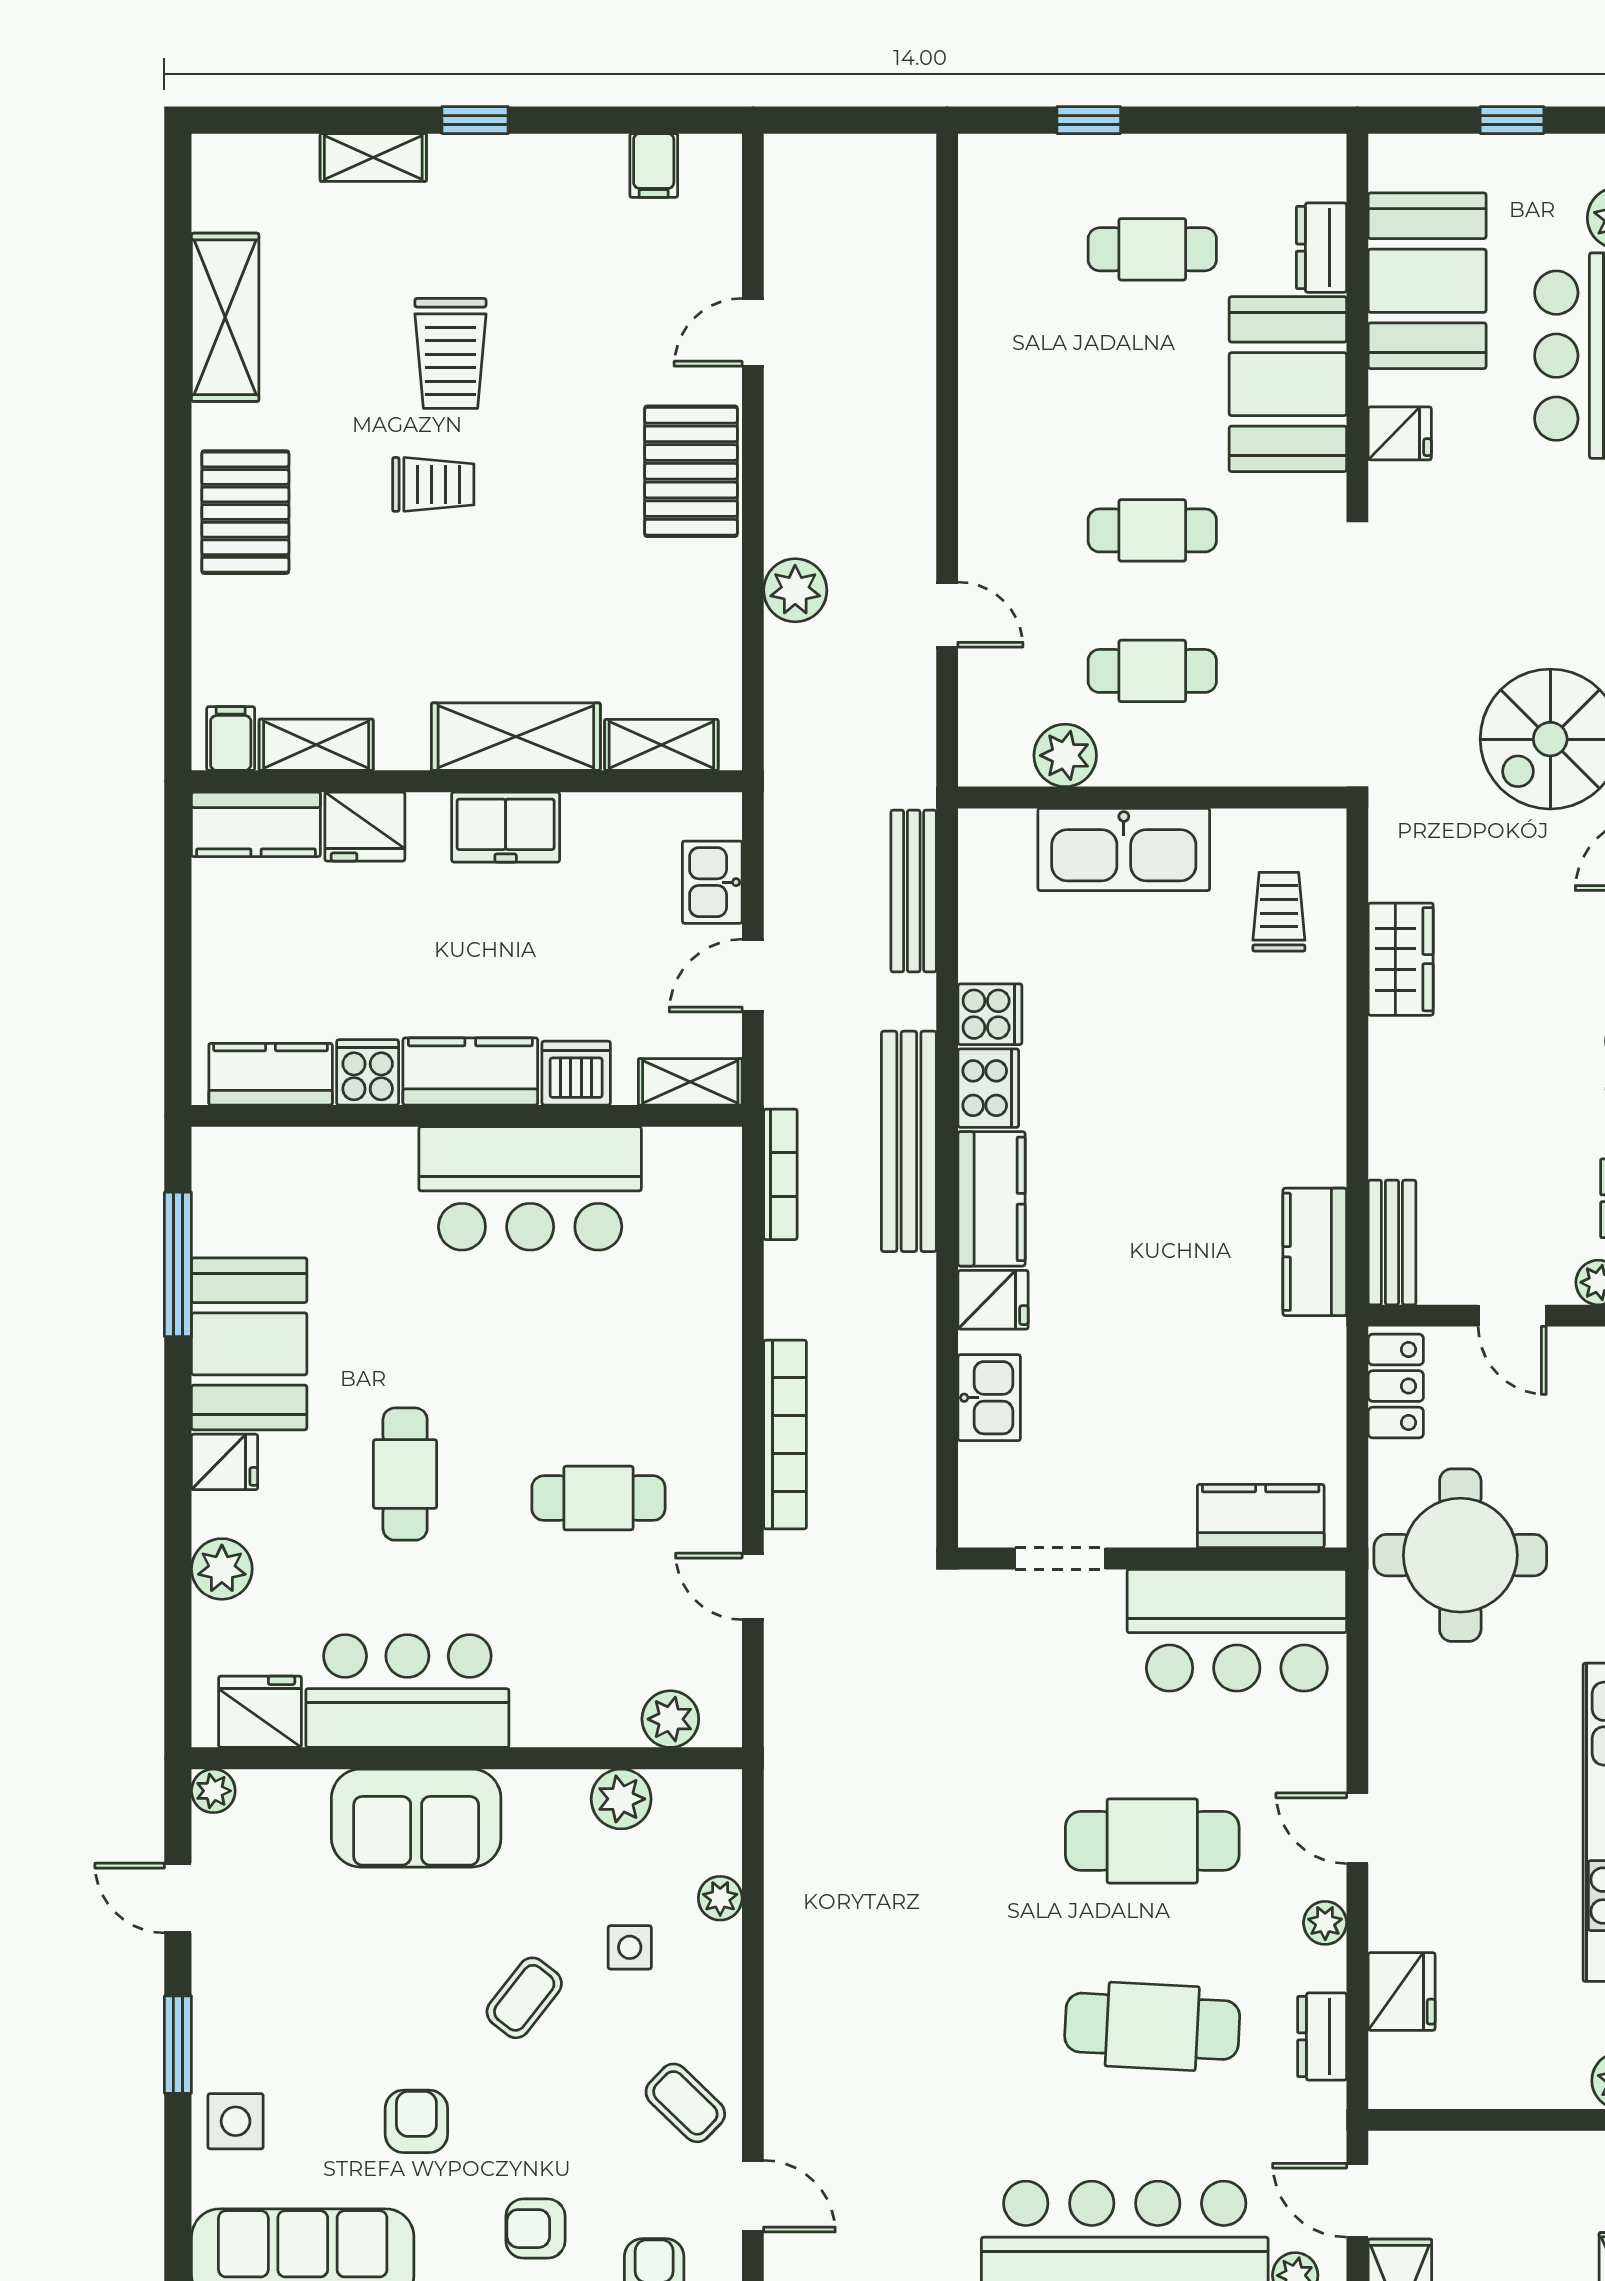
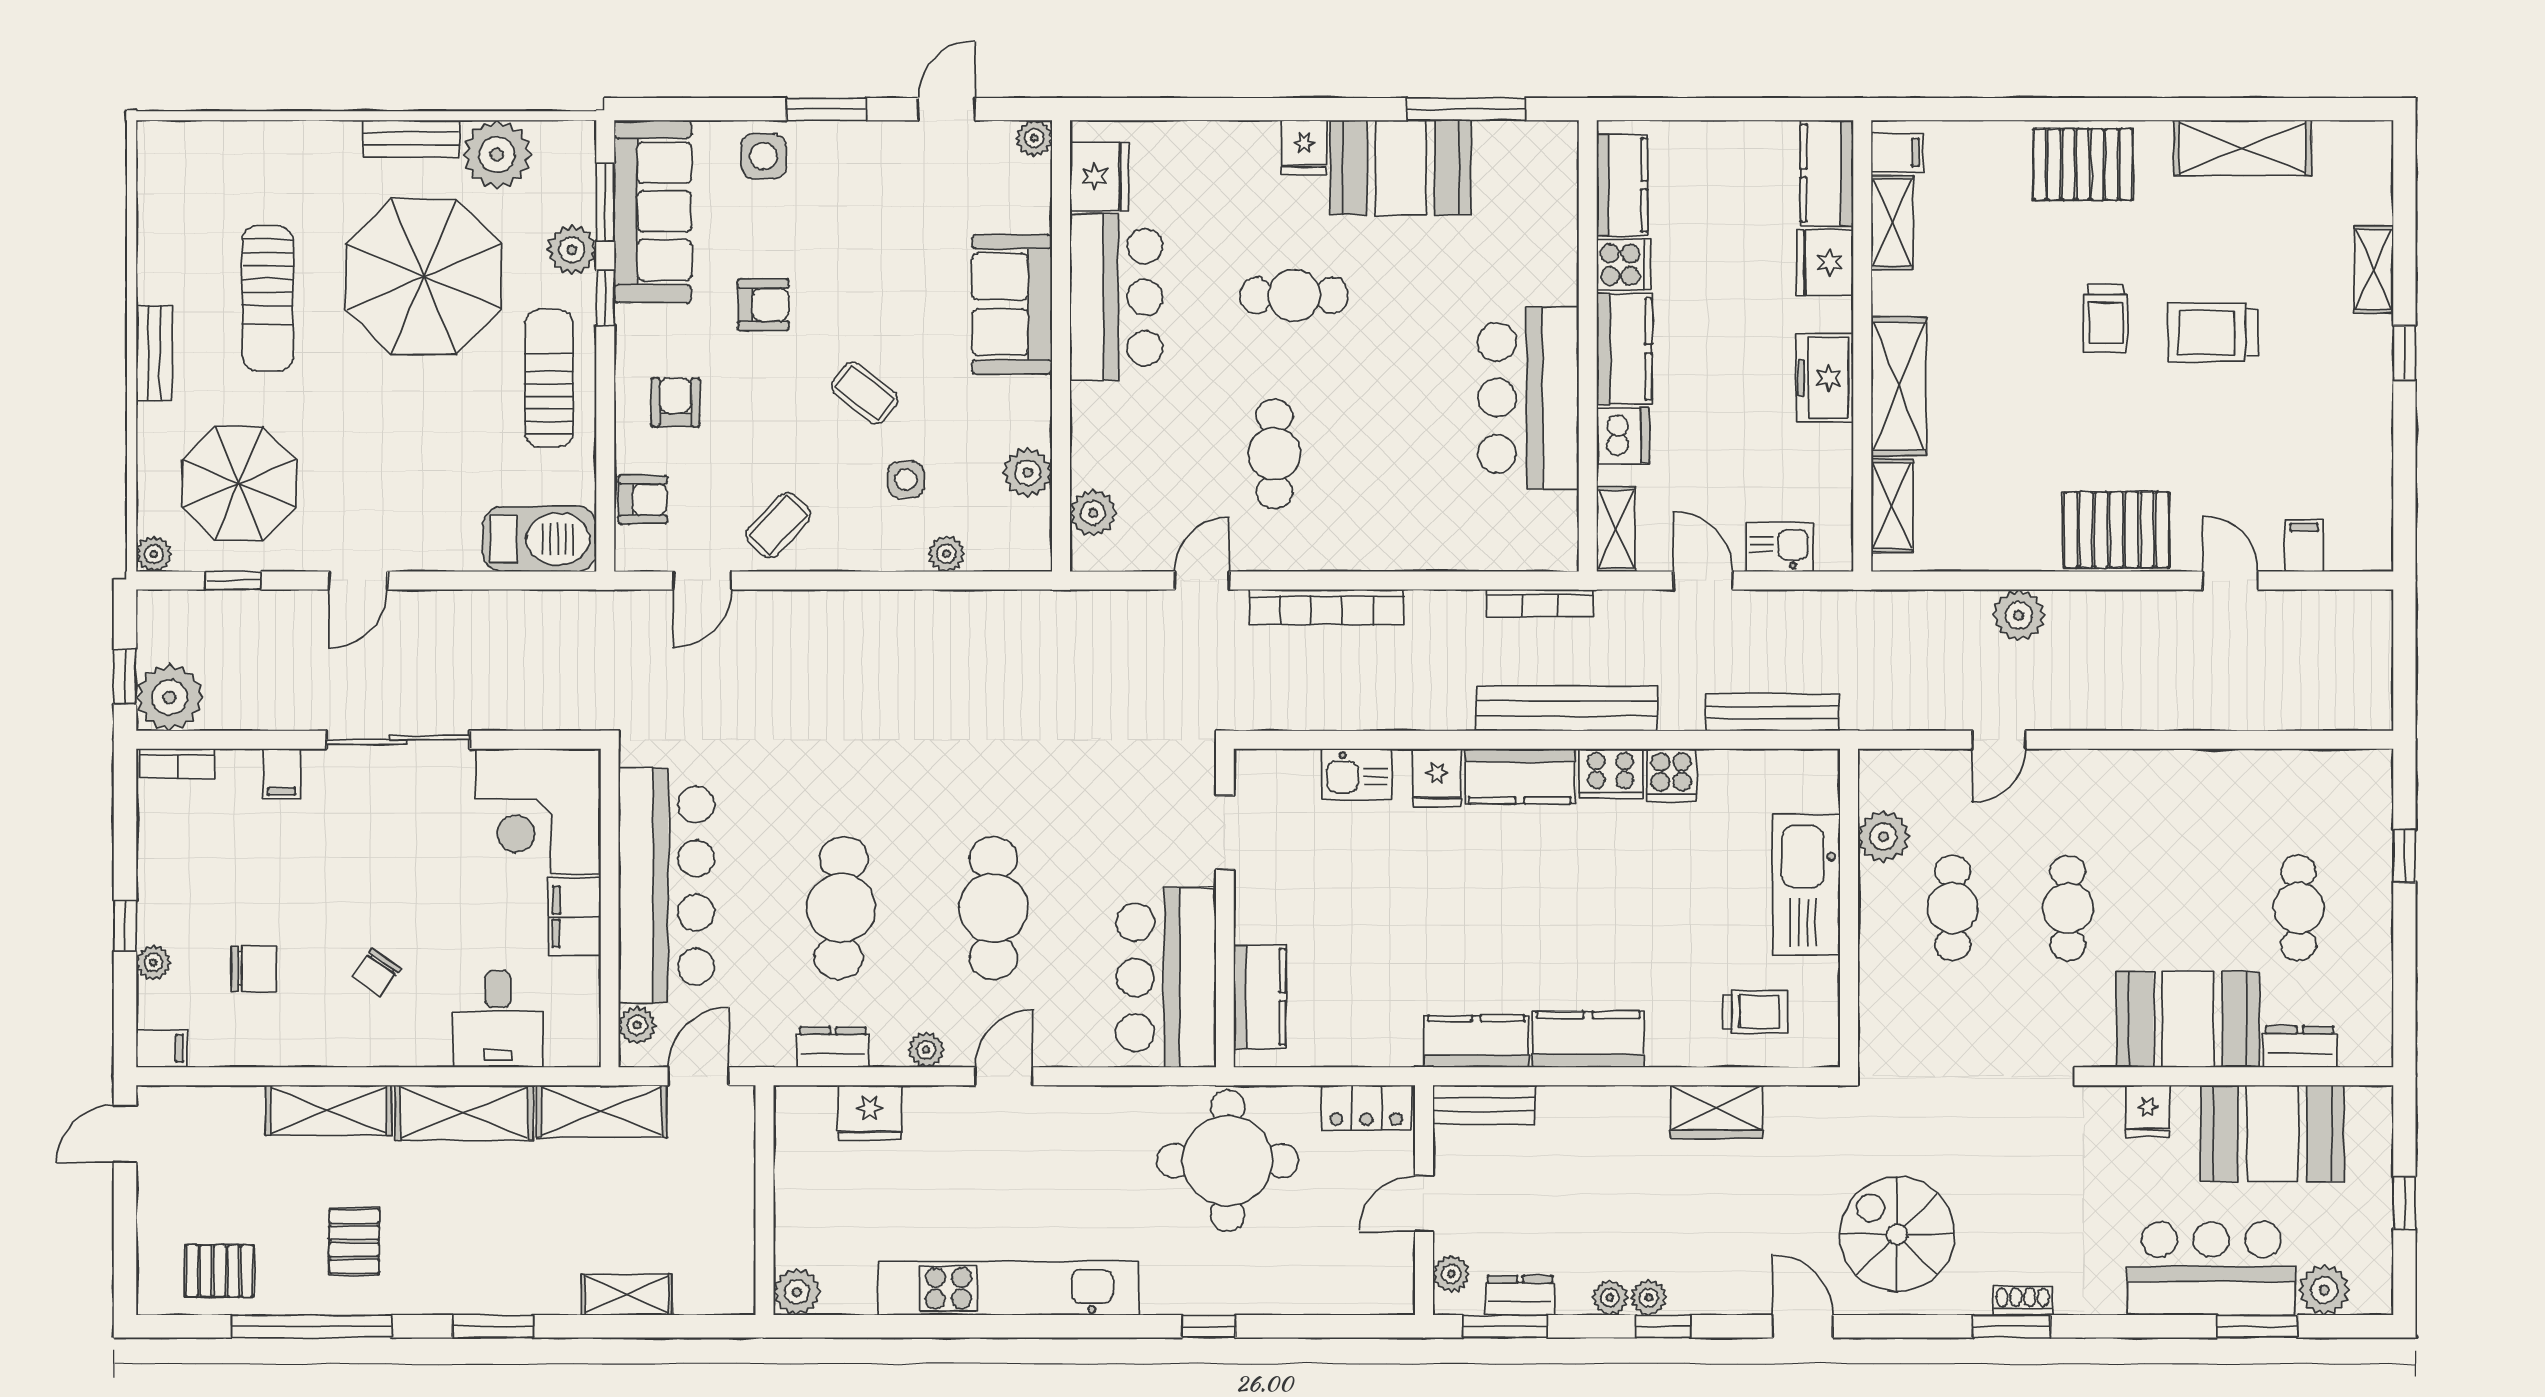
filing cabinet: (654, 165) -> (2304, 545), moved, turned 90
kitchen counter: (1312, 1116) -> (1588, 1039), added
plant: (222, 1569) -> (1216, 145), removed

